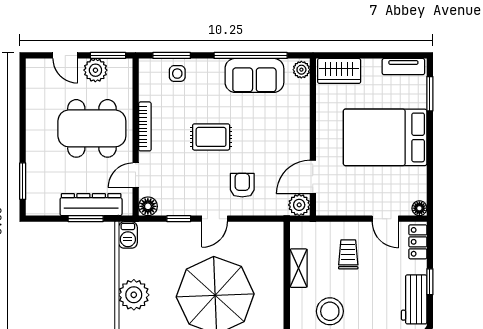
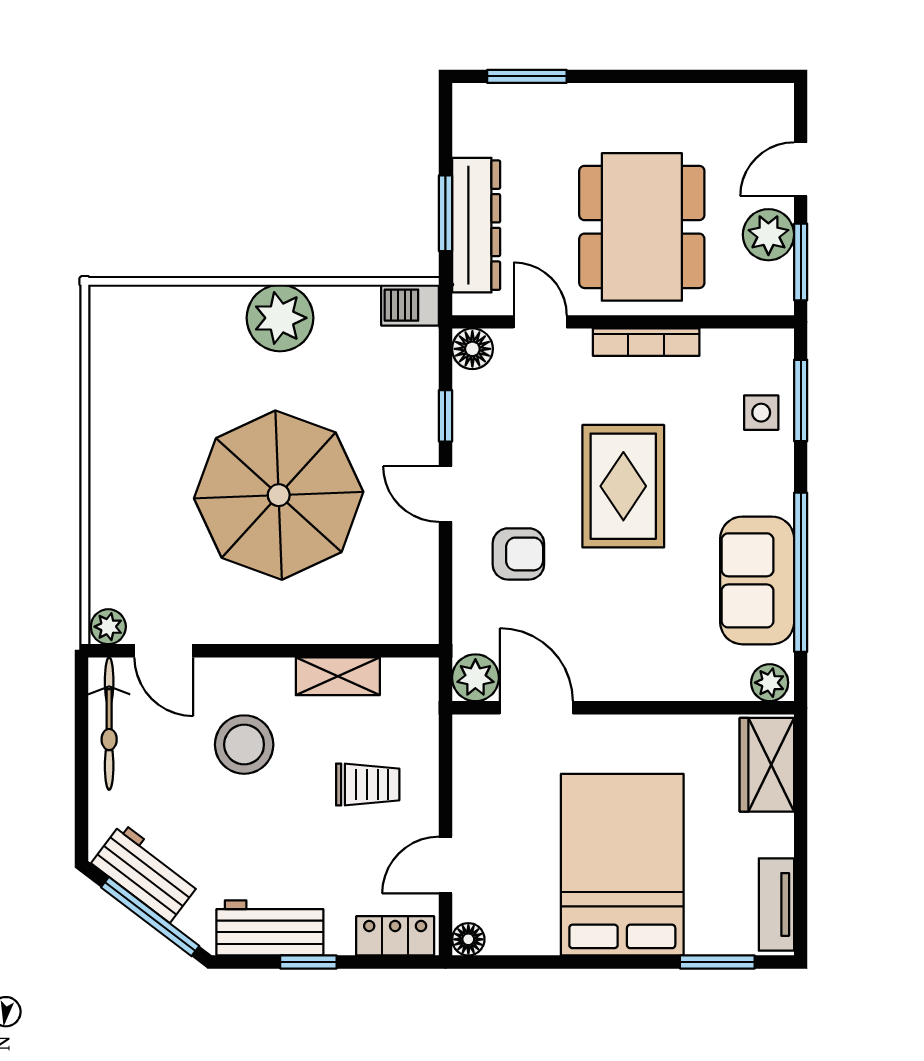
rug: (211, 137) -> (623, 486), width x1.36, depth x1.43

